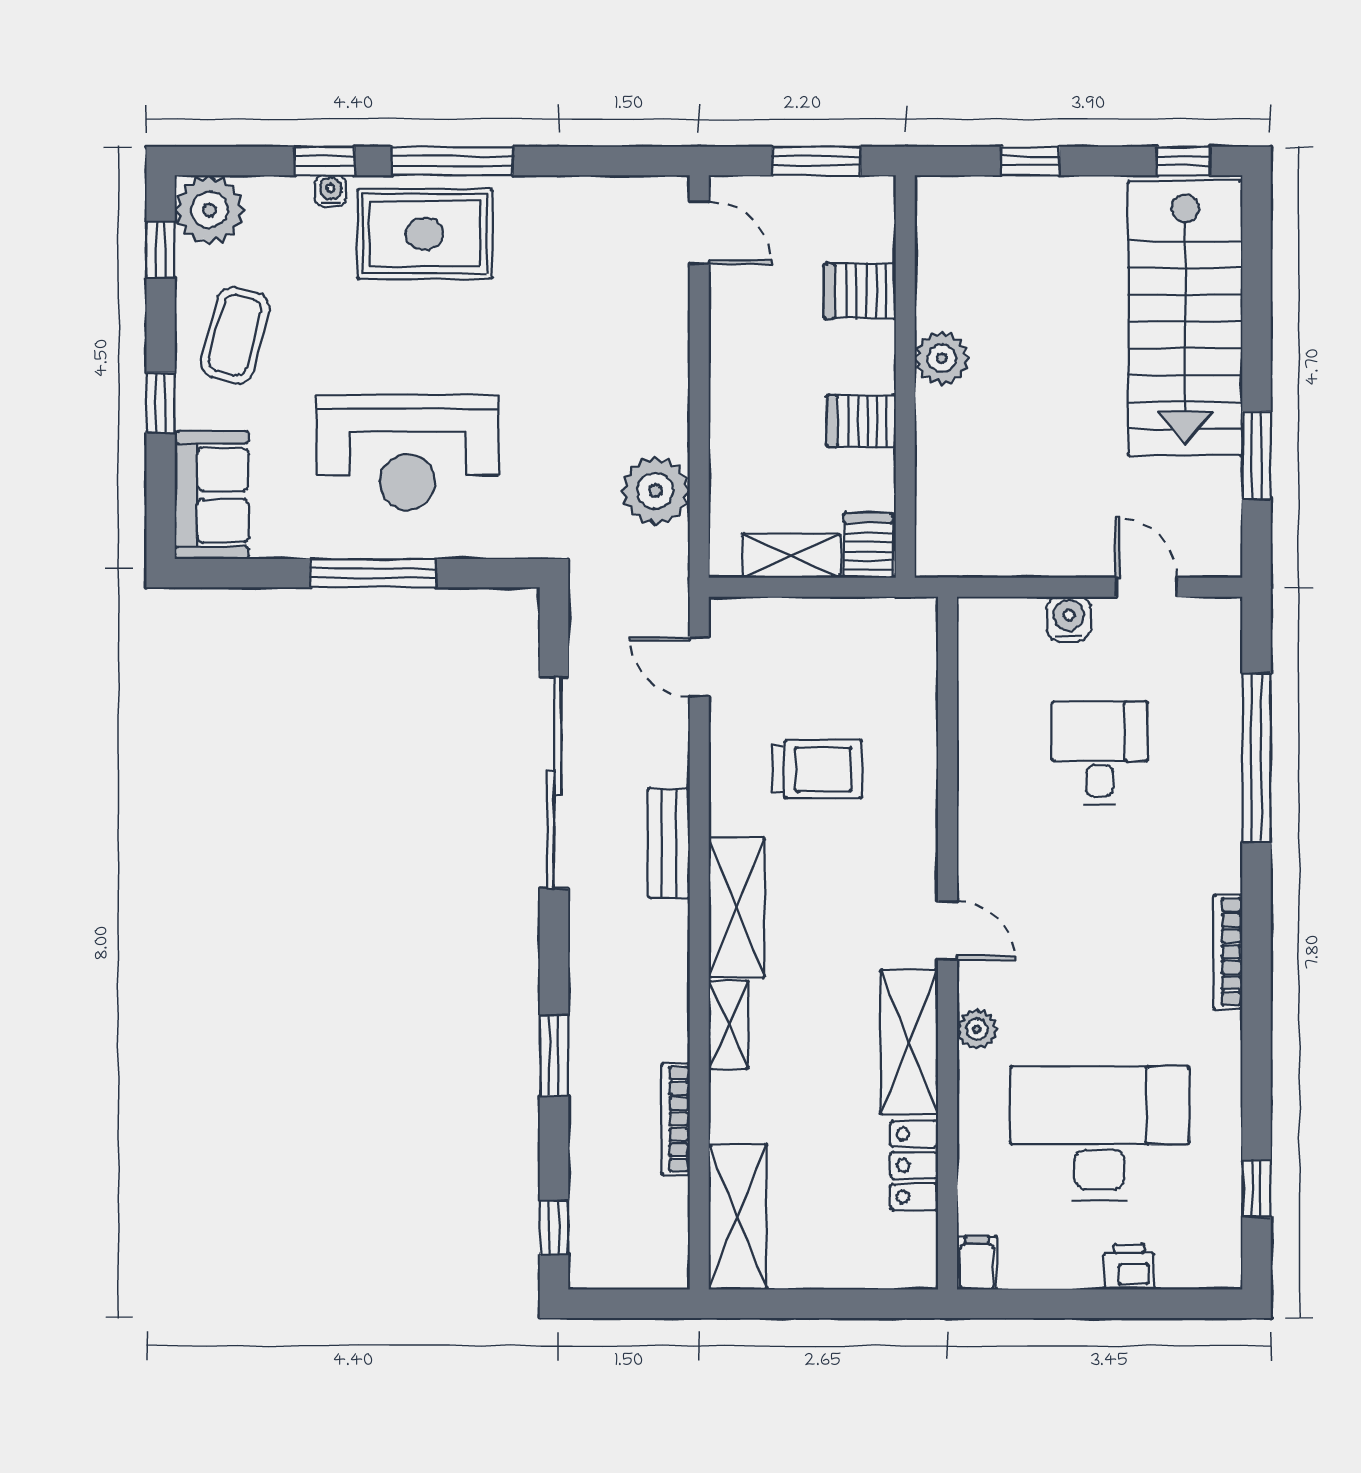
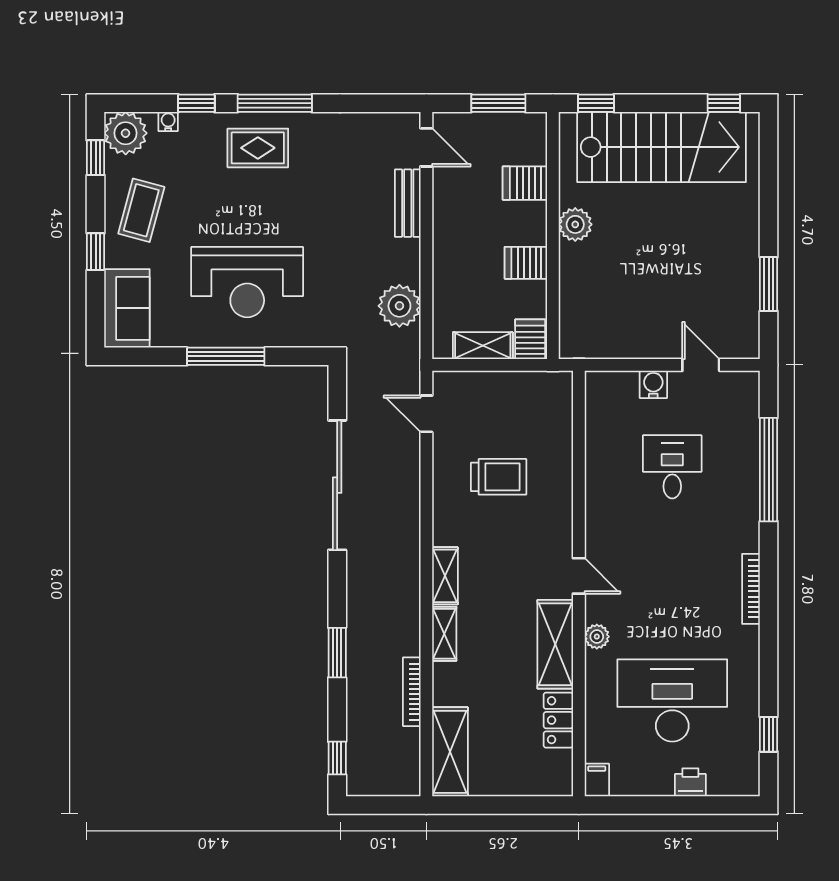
window: (1030, 161) -> (596, 103), moved
water cooler: (331, 191) -> (168, 122), moved
rug: (425, 234) -> (258, 148), width x0.73, depth x0.70
stairs: (1185, 318) -> (662, 147), moved, turned -90
bench: (669, 843) -> (408, 203), moved
shelving: (737, 907) -> (445, 576), width x0.67, depth x0.75

